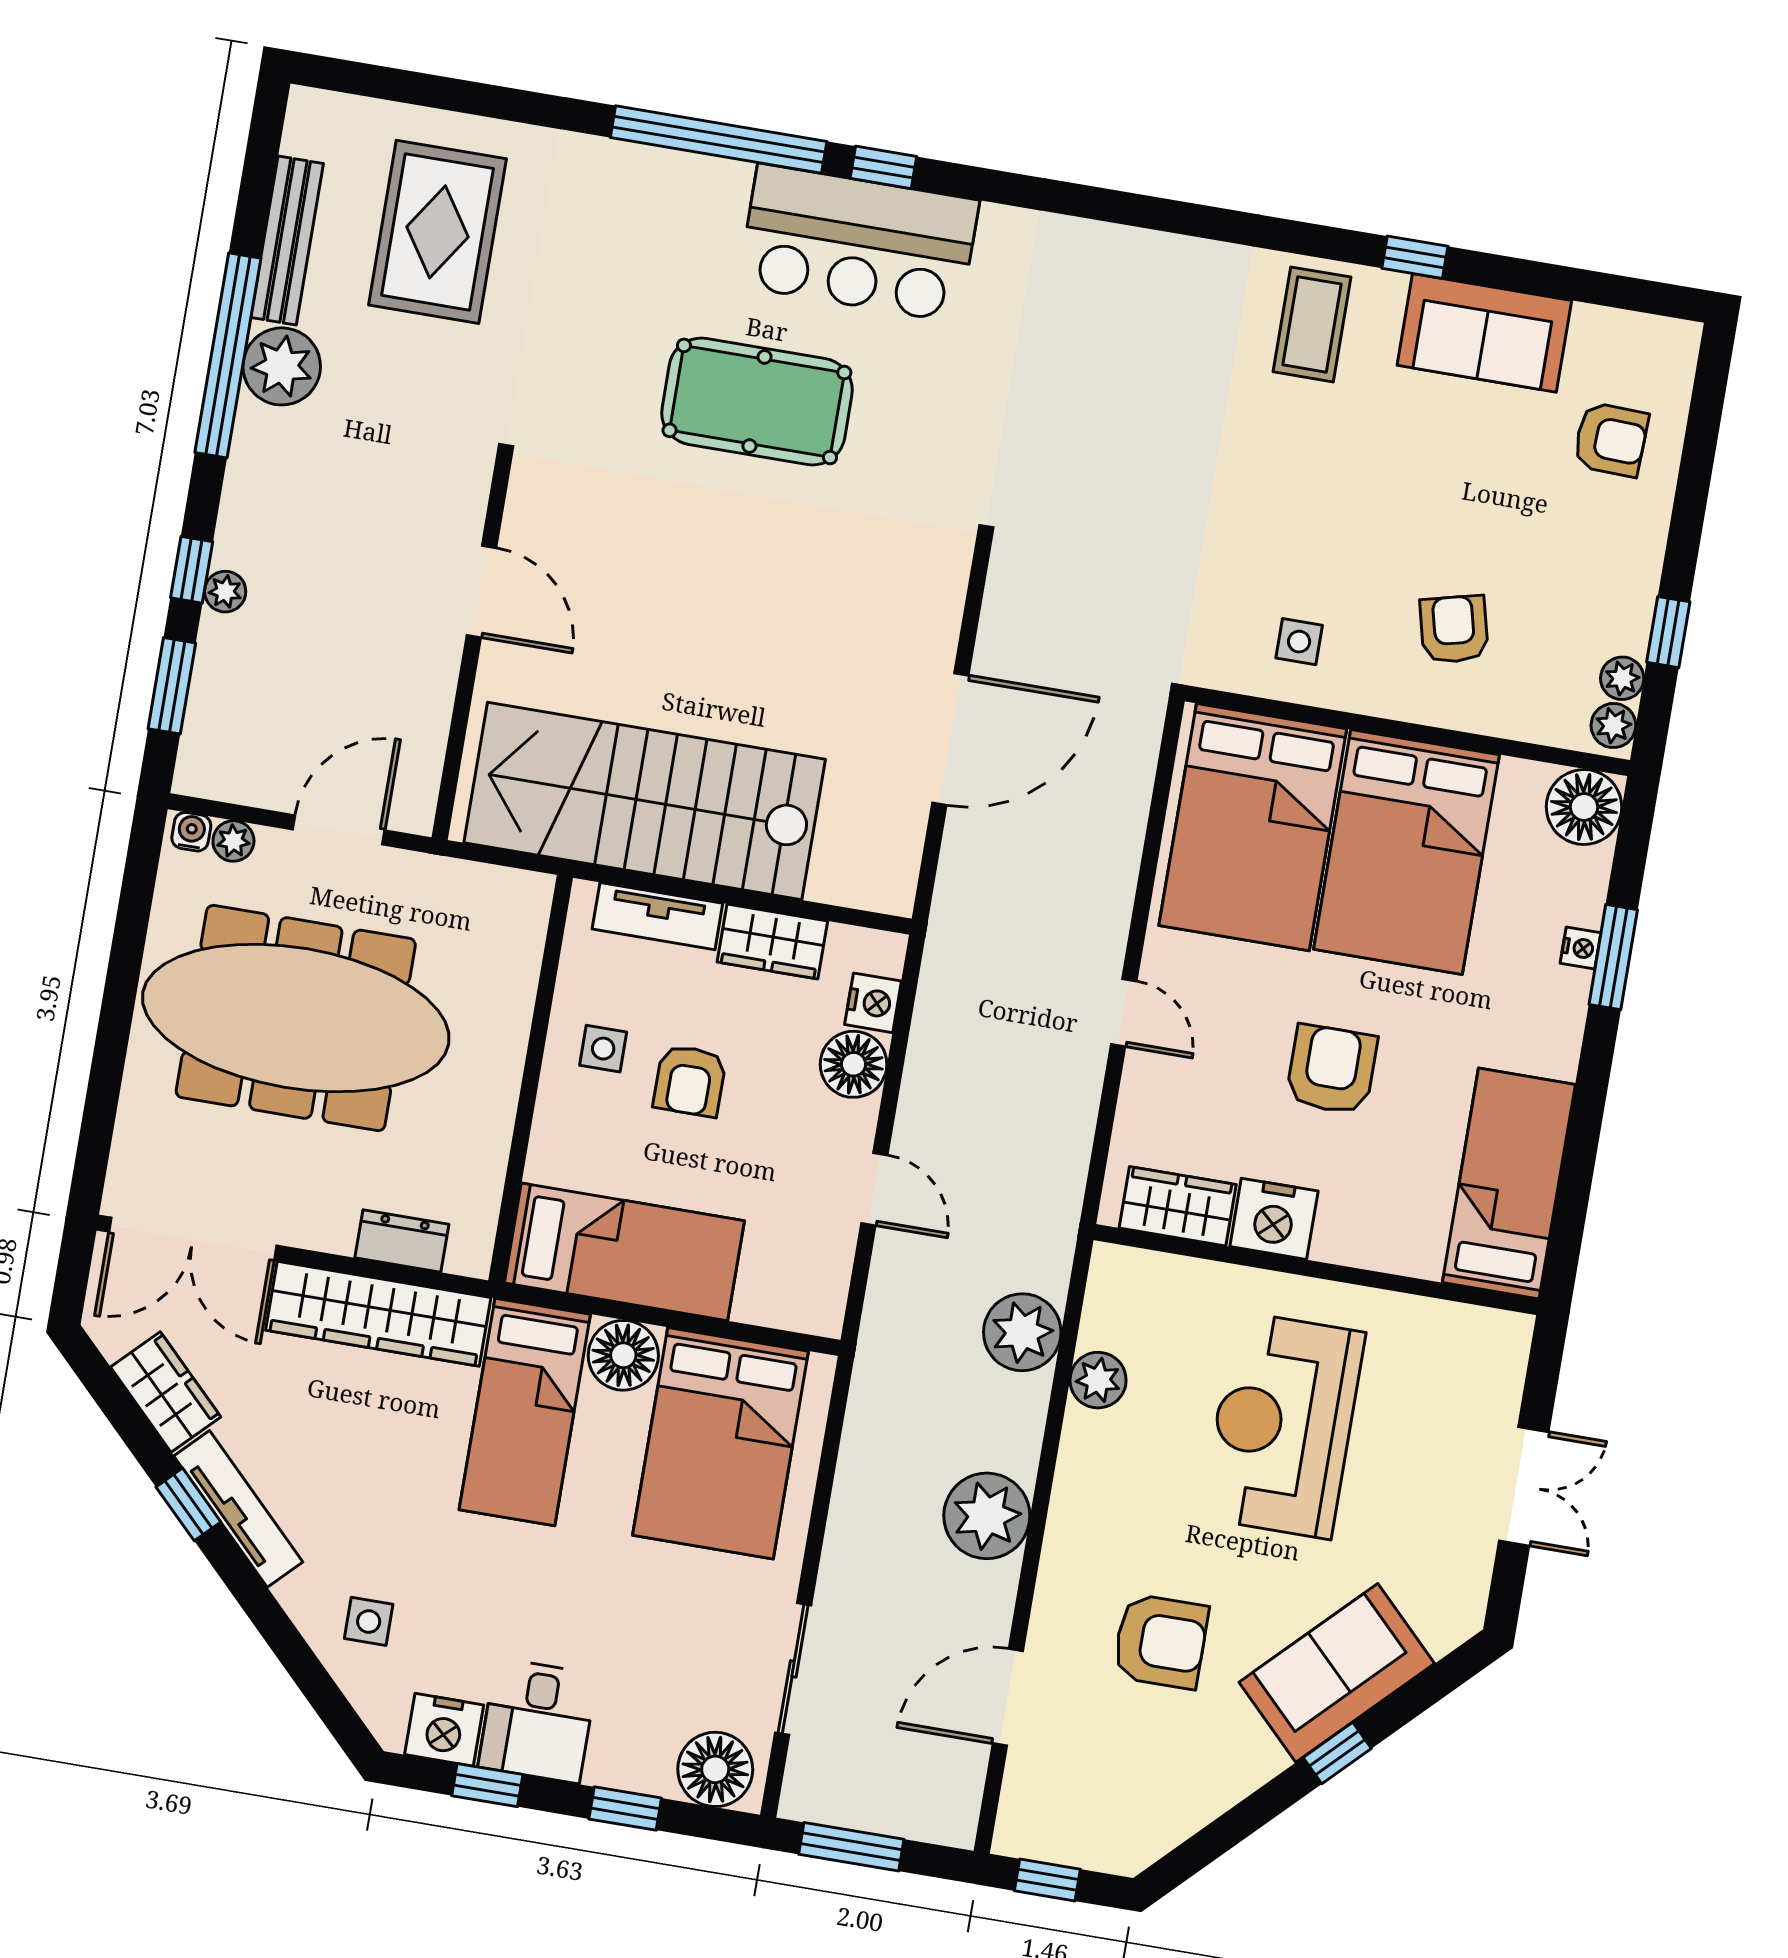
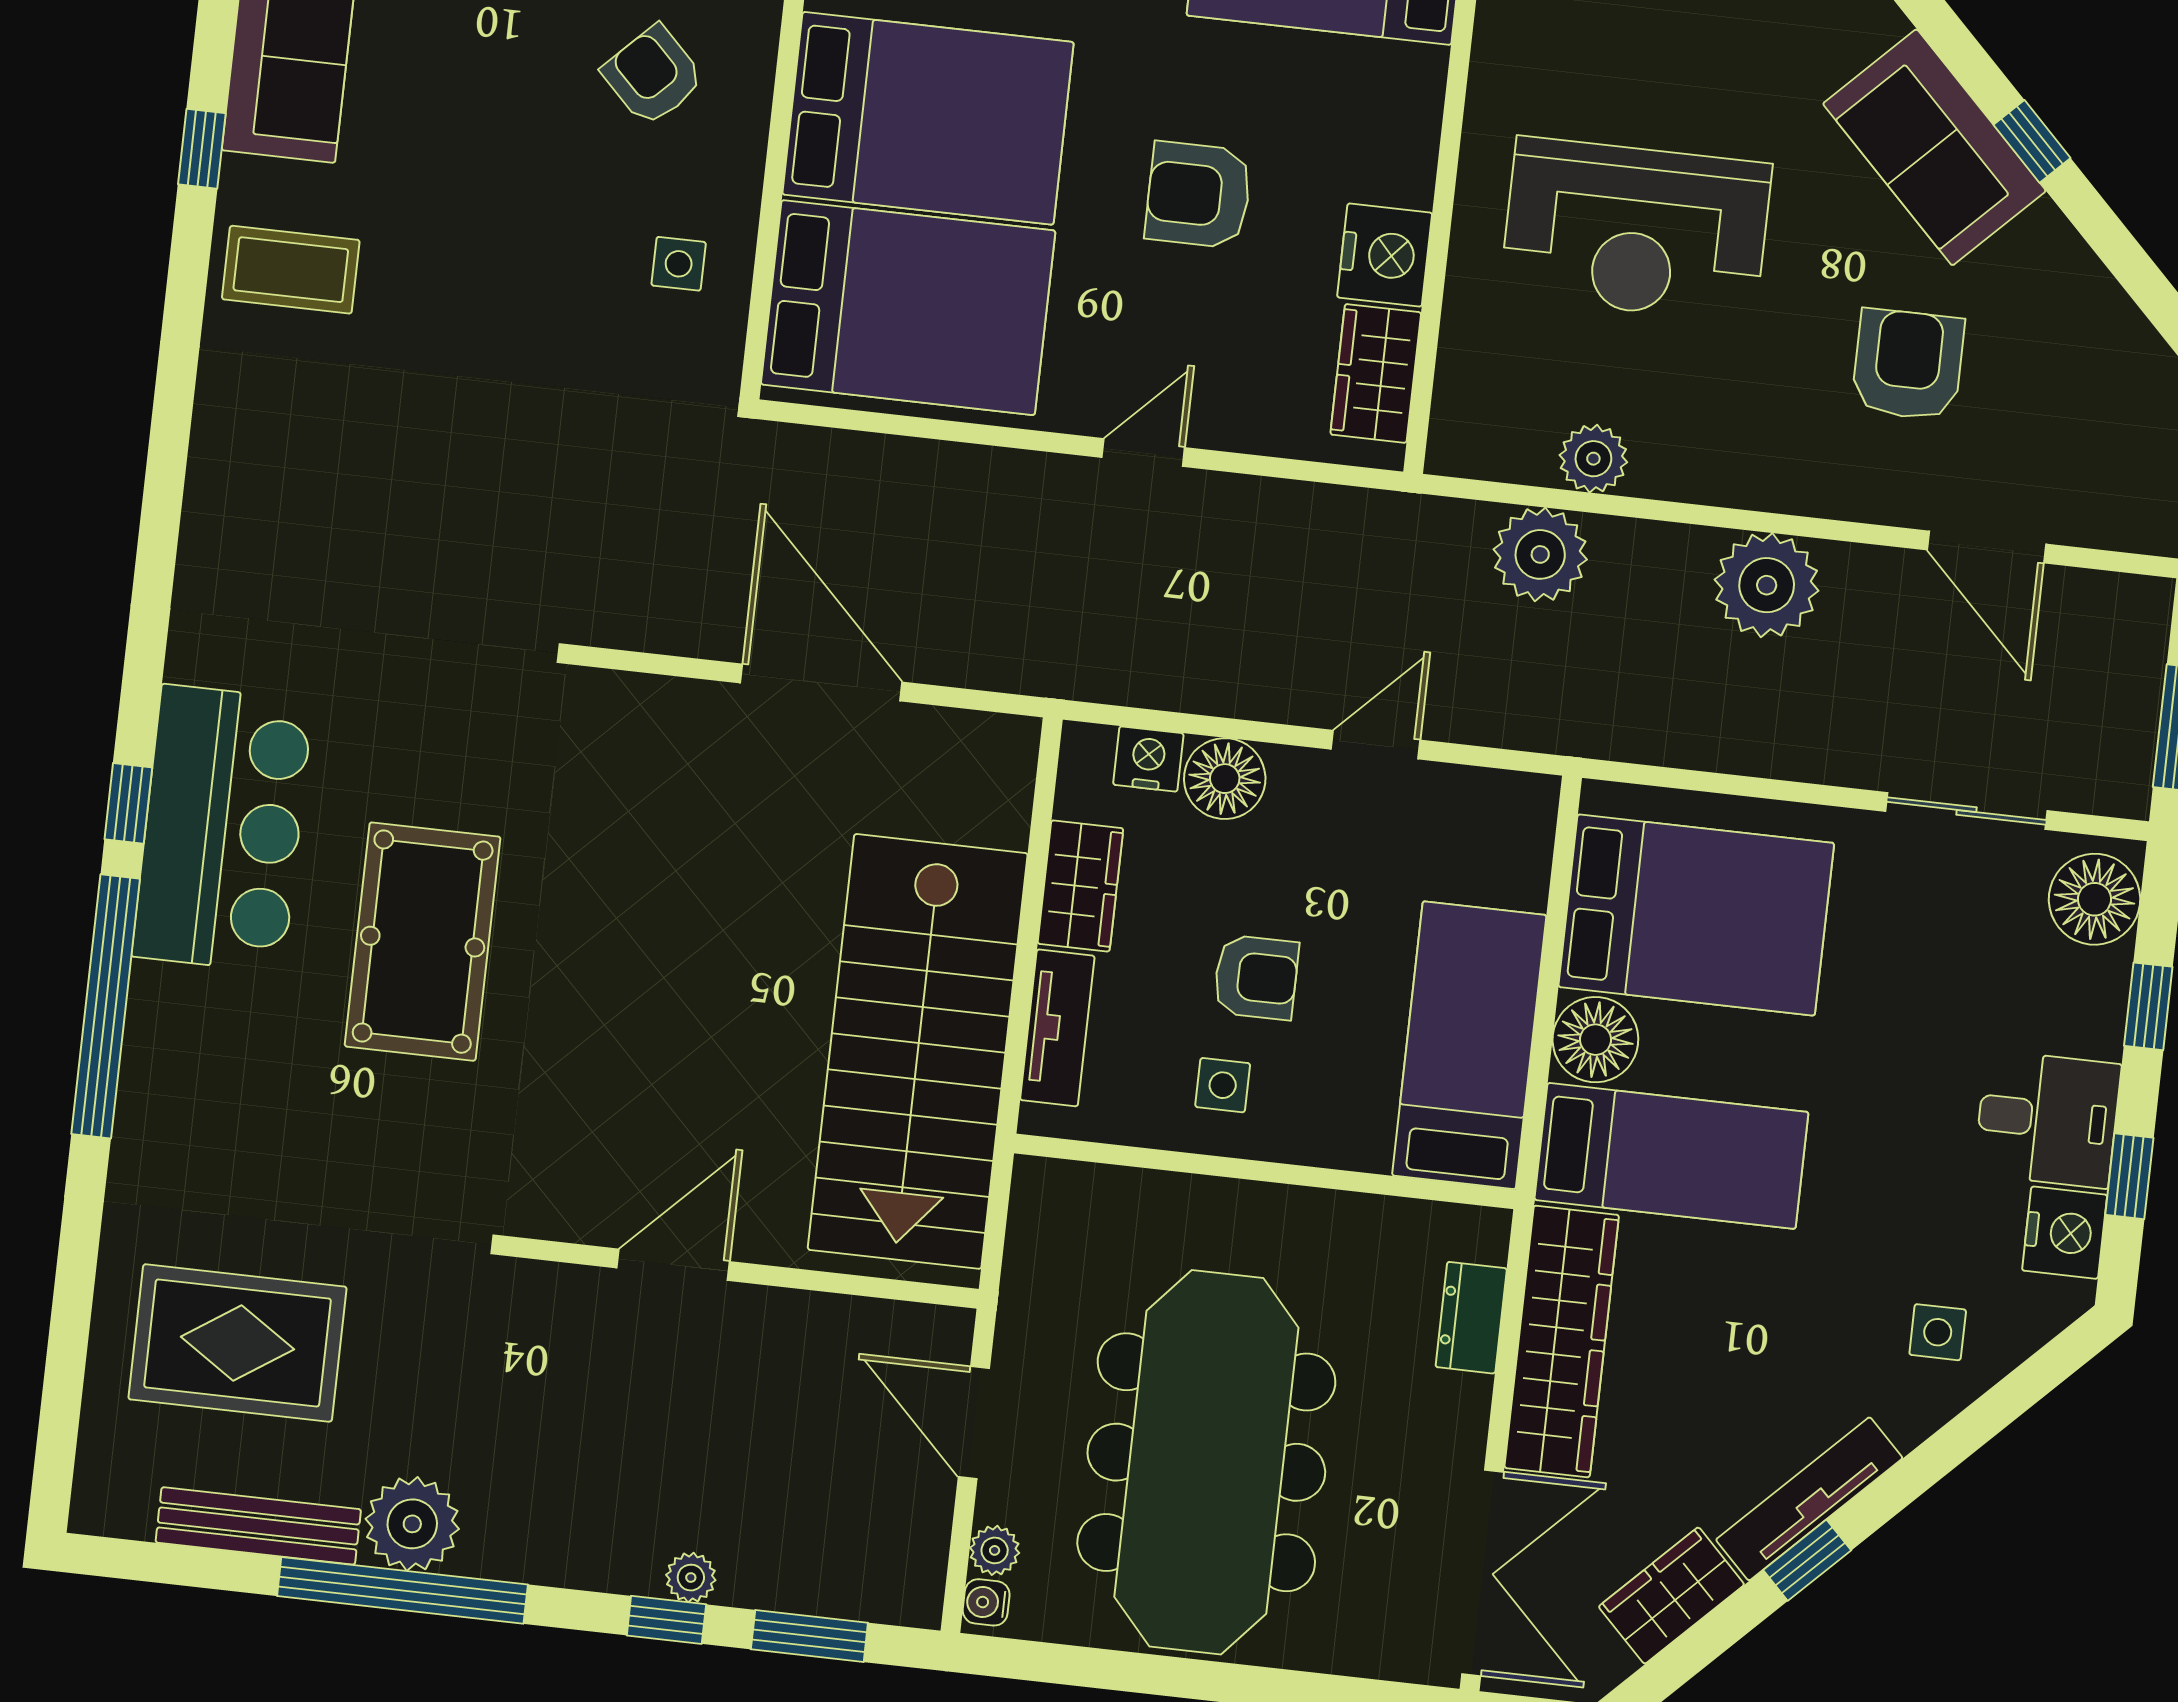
armchair: (1454, 629) -> (653, 76), turned 59

